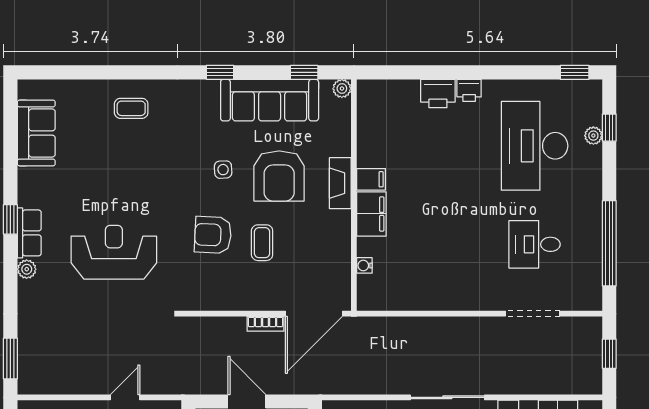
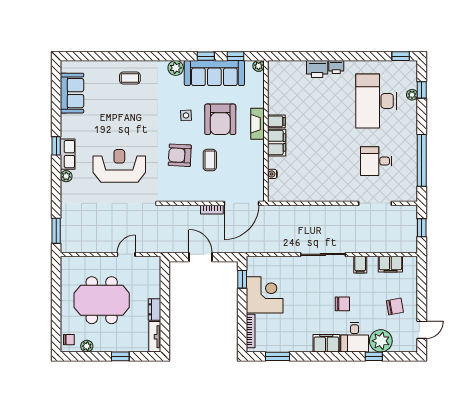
window: (220, 72) -> (206, 56), moved
plant: (206, 92) -> (176, 68), added

